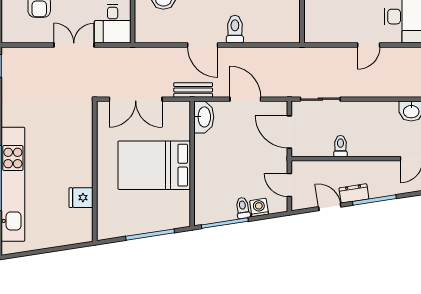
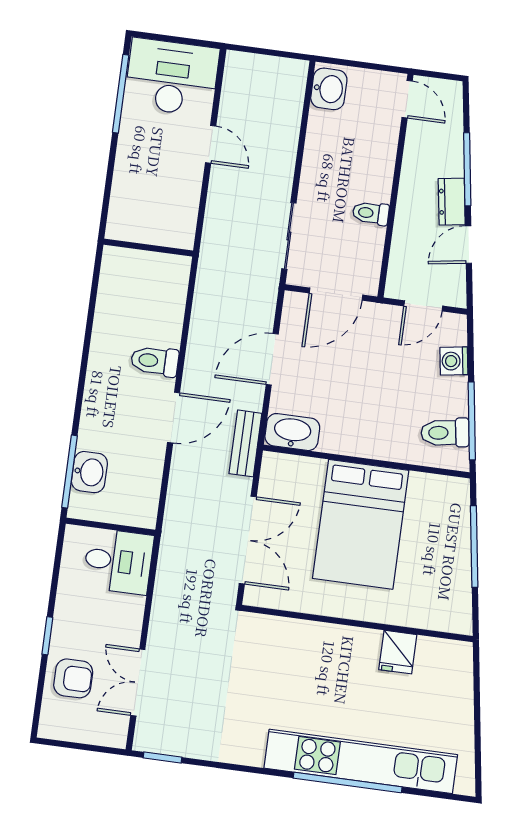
double door: (74, 45) -> (138, 683), moved
toilet: (243, 208) -> (445, 433), moved, width x1.37, depth x1.39

